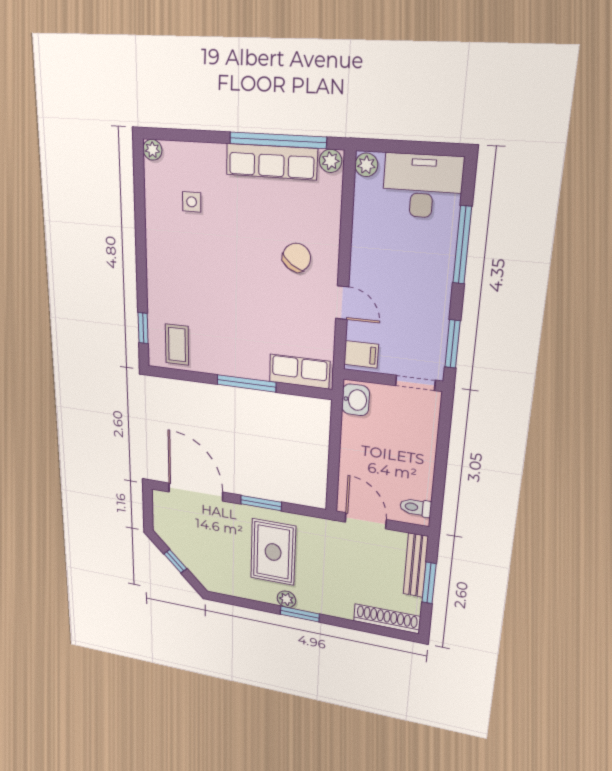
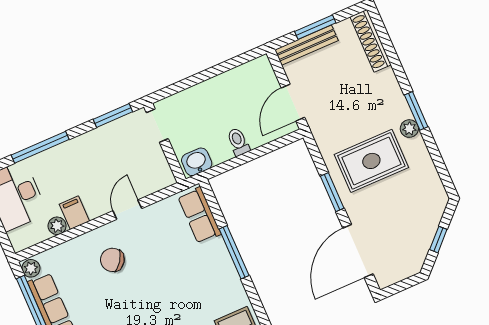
plant: (366, 165) -> (57, 226), moved
filing cabinet: (361, 354) -> (74, 213), moved
toilet: (416, 507) -> (238, 142), moved, turned 180

